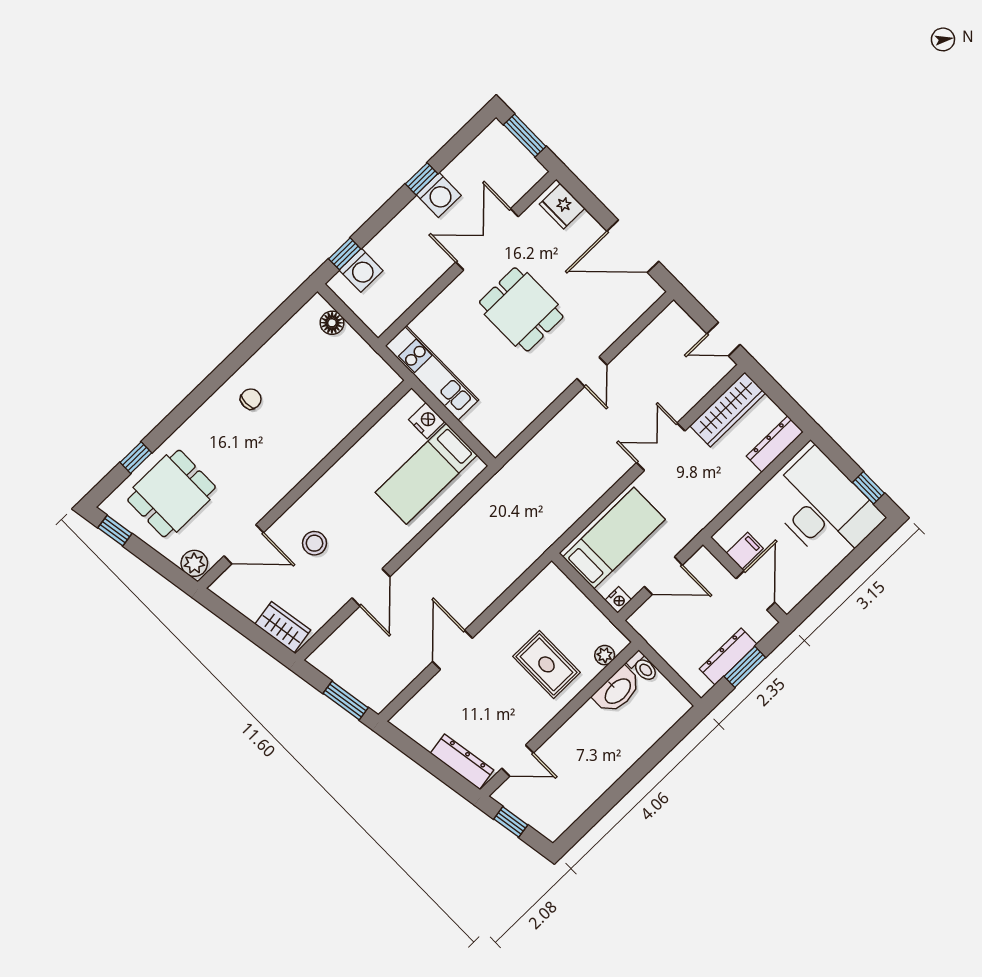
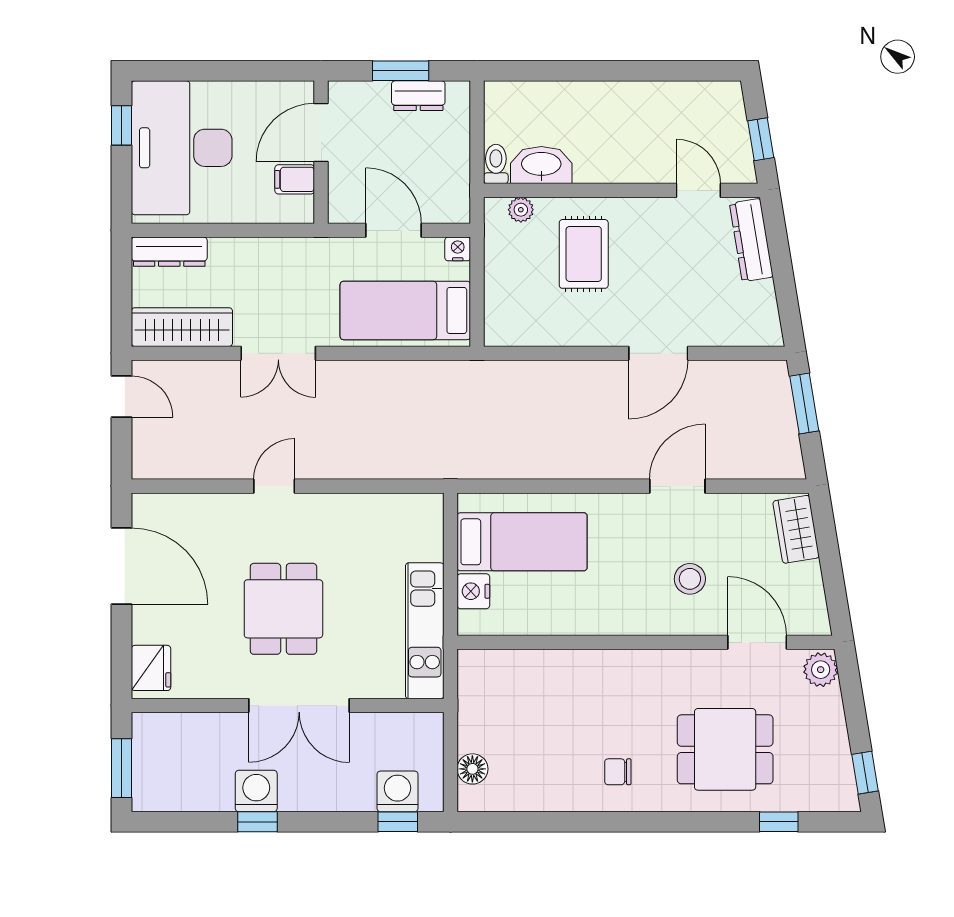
double door: (487, 239) -> (299, 705), moved
dining table: (172, 494) -> (725, 749), moved
dresser: (728, 657) -> (418, 96), width x0.70

